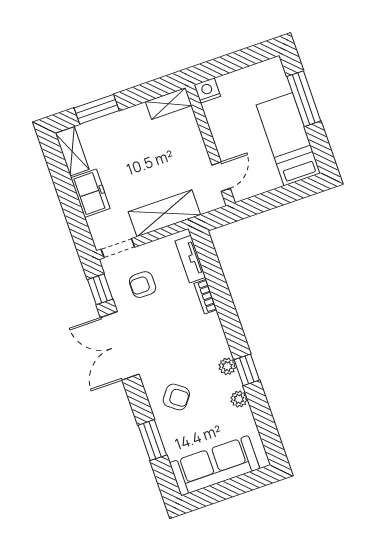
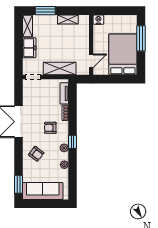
shelving: (169, 104) -> (68, 19), moved
bed: (288, 139) -> (123, 54), width x1.50
armchair: (143, 285) -> (50, 128), moved
window: (100, 289) -> (18, 93), removed
window: (247, 370) -> (72, 142), moved
window: (152, 440) -> (18, 184), moved

